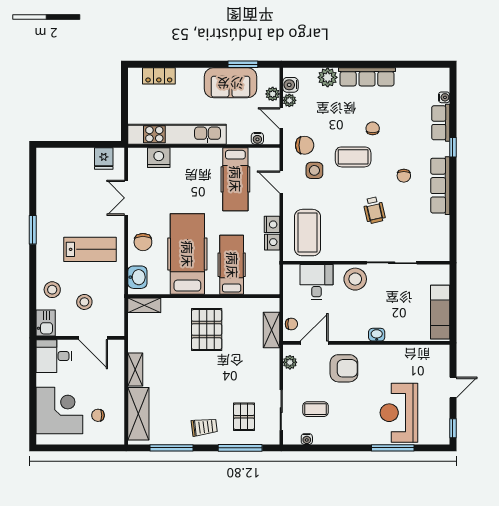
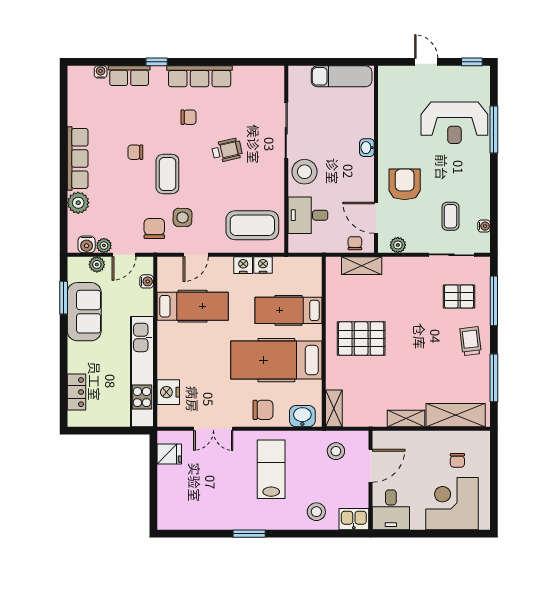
stool: (84, 302) -> (336, 451), moved

